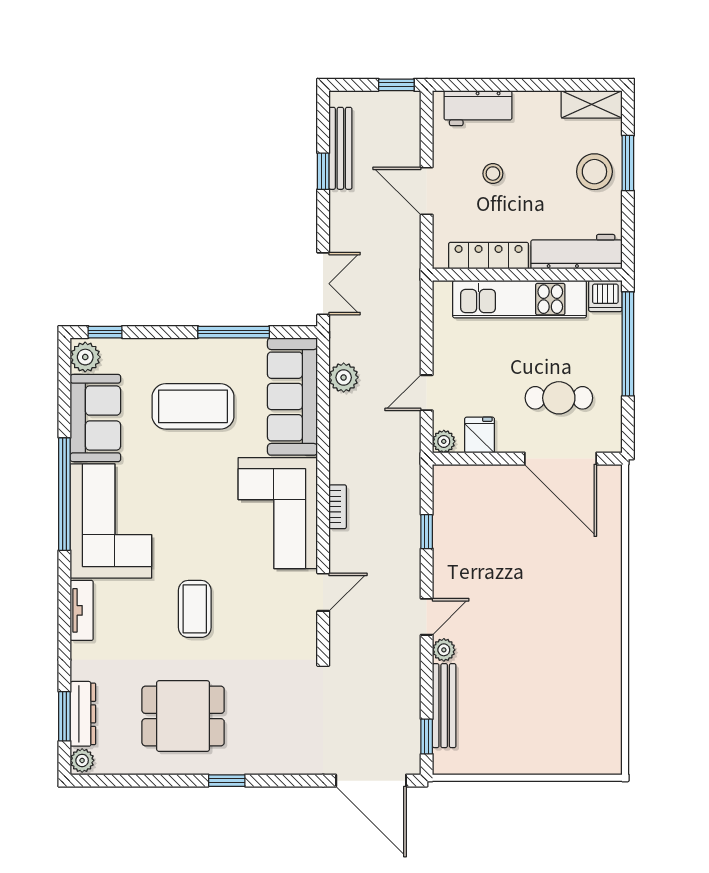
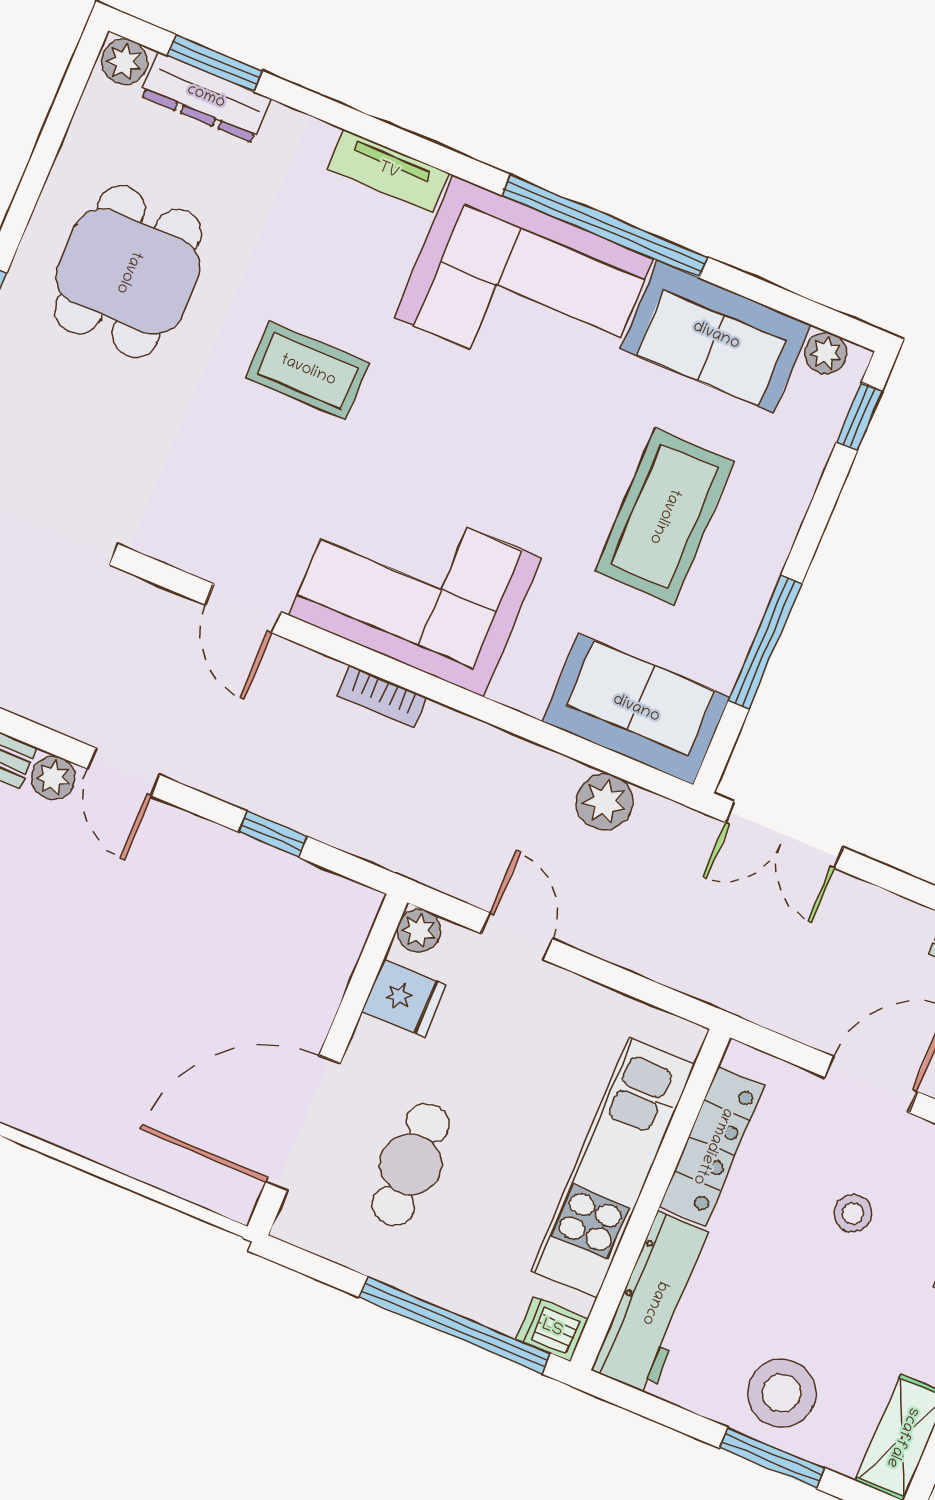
dishwasher: (605, 296) -> (552, 1329), width x0.73
plant: (85, 357) -> (826, 353), width x0.73, depth x0.73
sofa: (292, 397) -> (636, 709), width x0.73

